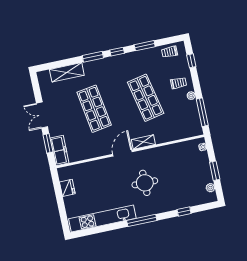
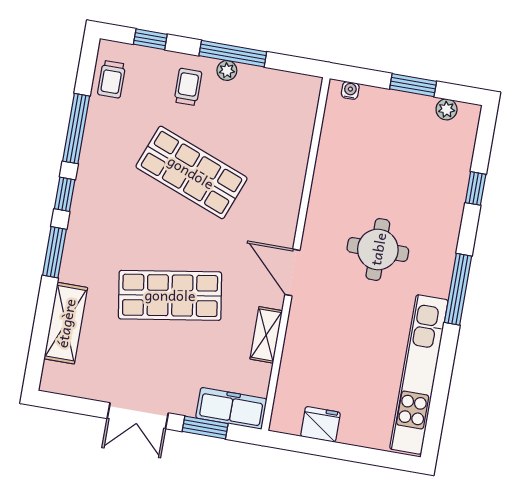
window: (145, 46) -> (76, 129), width x1.44
shop shelf: (146, 98) -> (191, 172), turned 33
window: (202, 112) -> (233, 54), moved
shelving: (143, 142) -> (266, 335), moved

